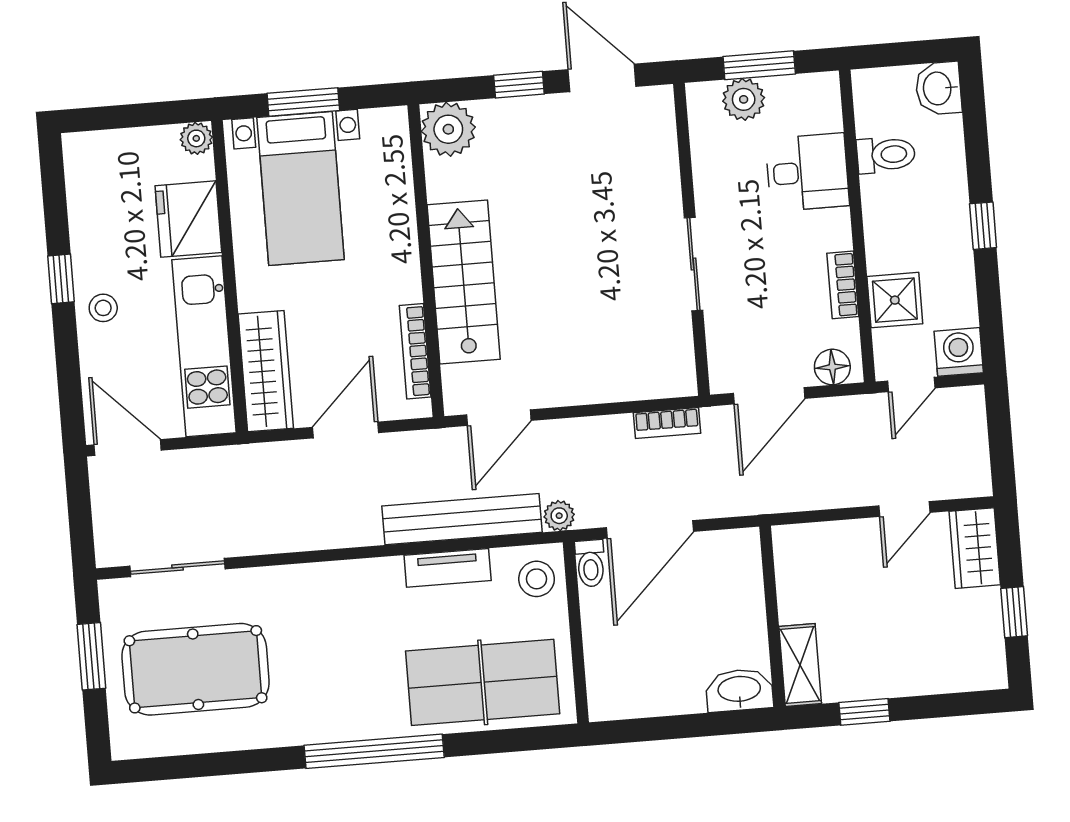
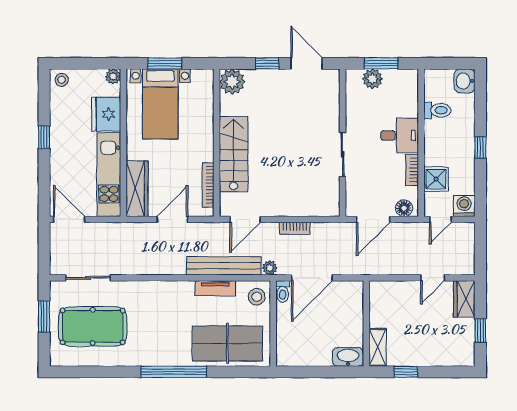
desk: (807, 172) -> (400, 135), moved
stool: (103, 308) -> (62, 80), moved
bookcase: (667, 423) -> (295, 228), moved

